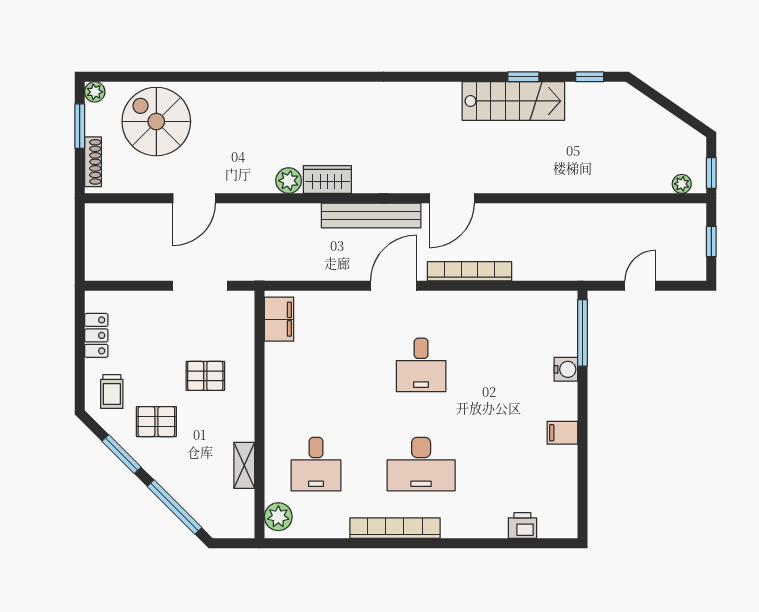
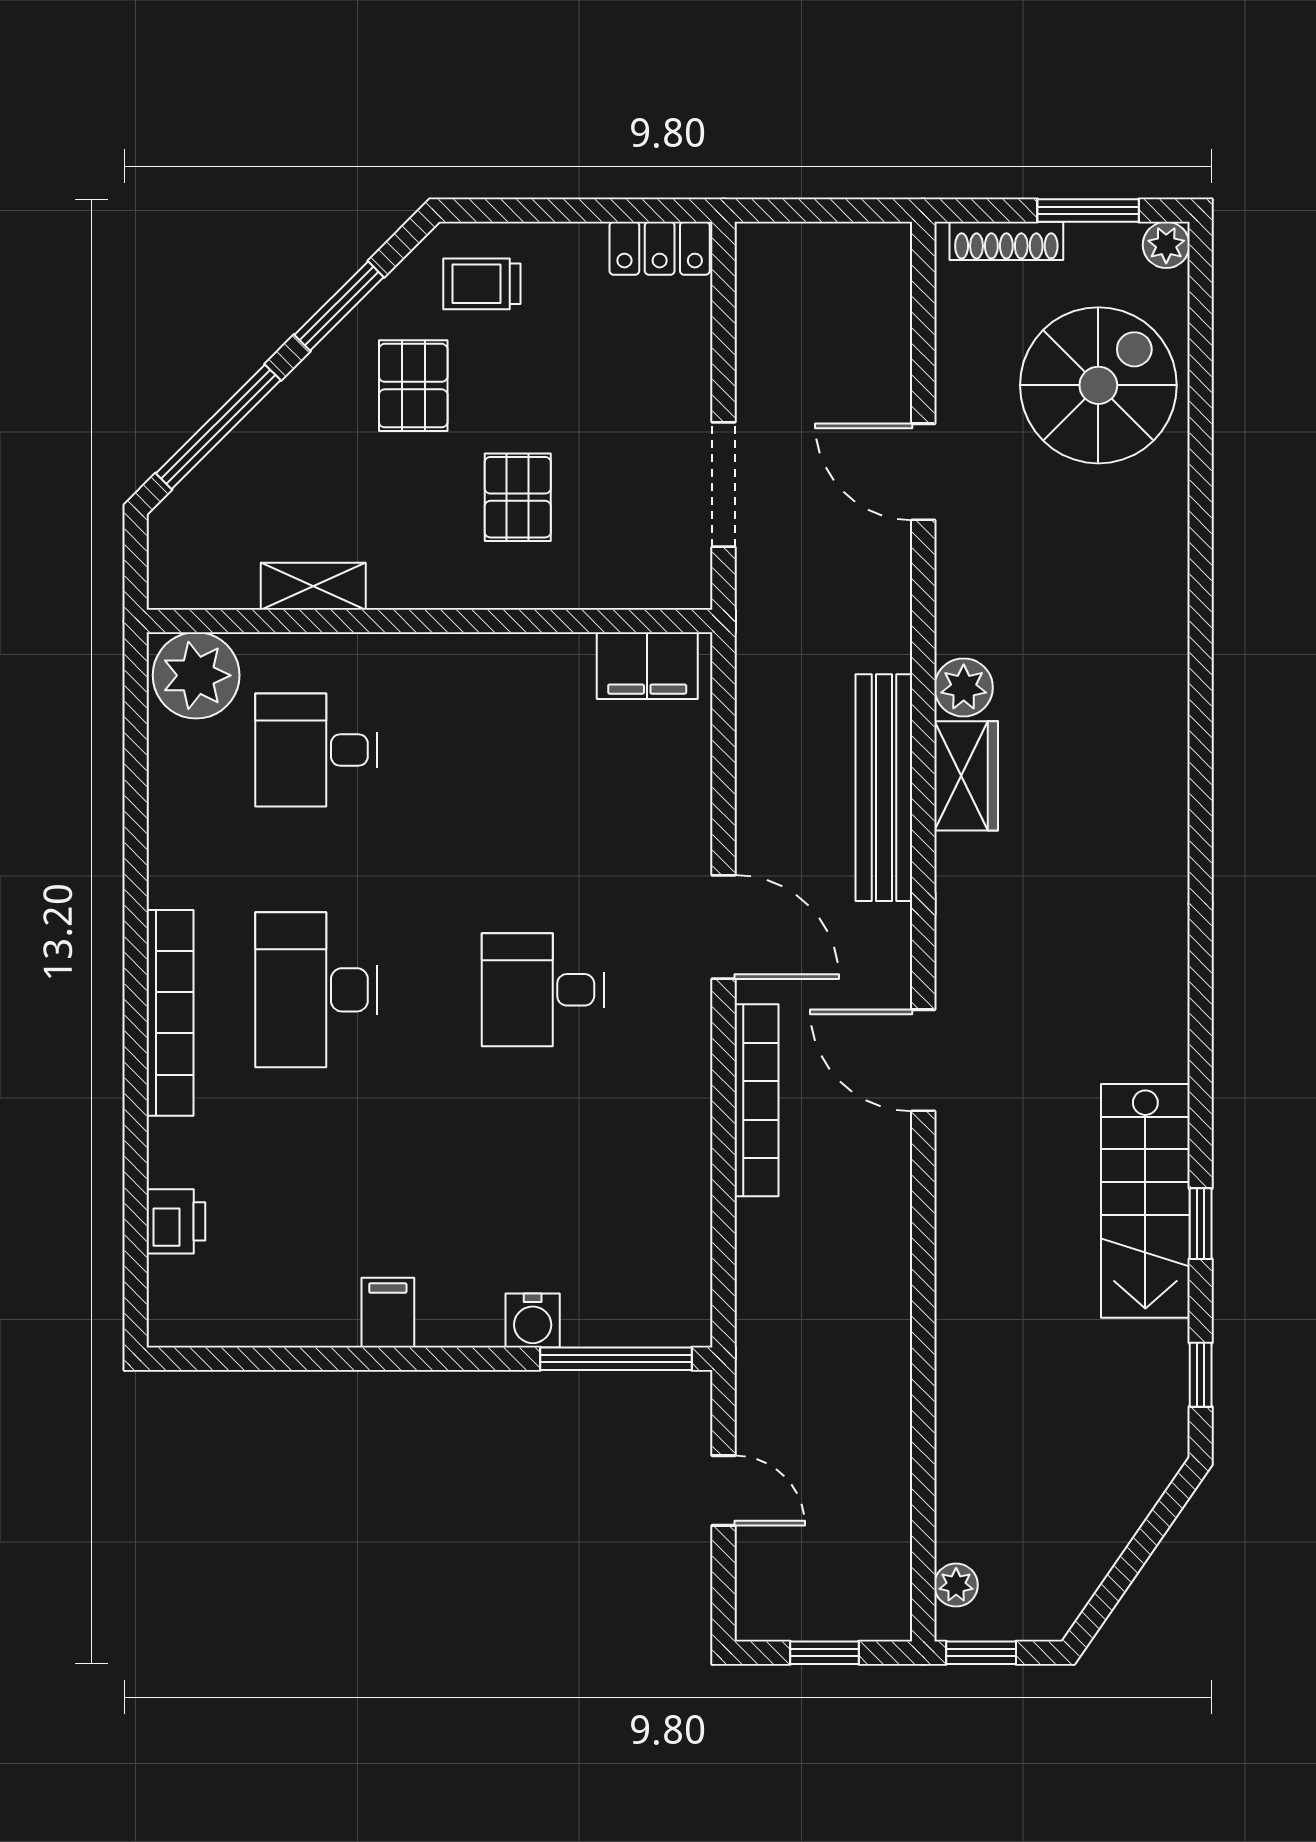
bench: (371, 215) -> (884, 788), moved
locker: (96, 335) -> (660, 248), moved
plant: (278, 517) -> (196, 675), width x1.36, depth x1.36
bookcase: (395, 528) -> (170, 1013), moved

